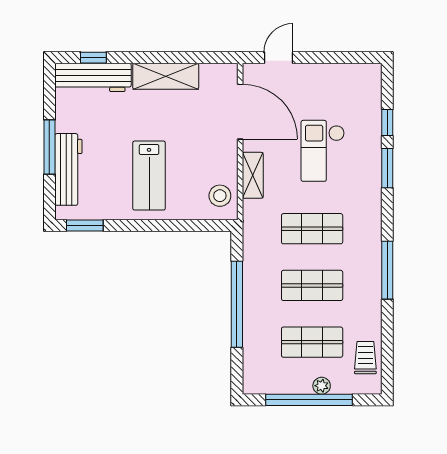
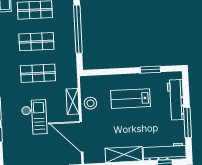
window: (49, 147) -> (187, 123), moved
lab bench: (149, 176) -> (131, 99), turned -90
stool: (220, 196) -> (90, 103), moved
window: (85, 225) -> (150, 70), moved

